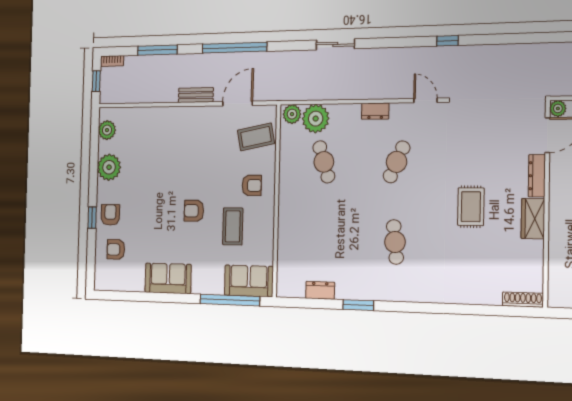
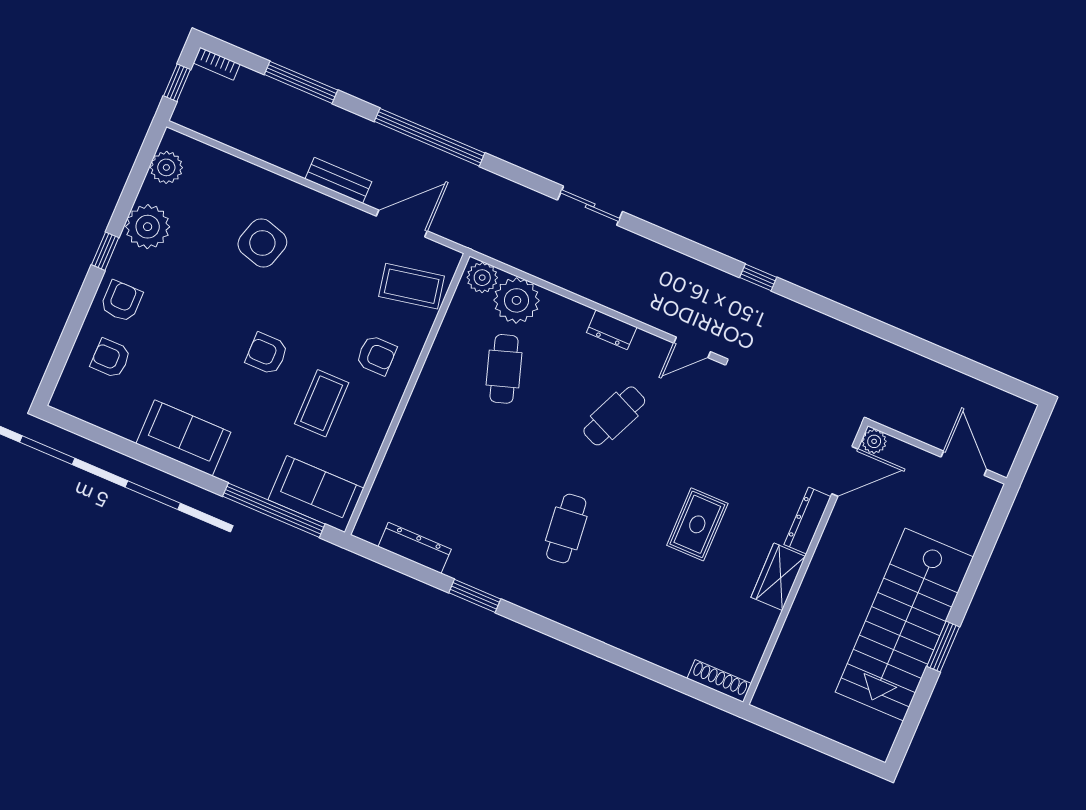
door: (425, 100) -> (692, 347), swing flipped
side table: (170, 149) -> (262, 243), added
window: (92, 218) -> (105, 251), moved
dresser: (320, 290) -> (415, 548), width x1.44

